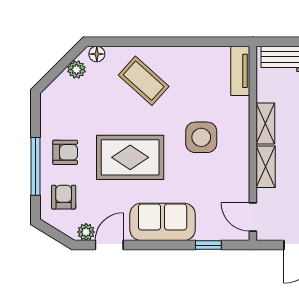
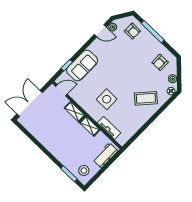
tv unit: (240, 71) -> (109, 128), moved
armchair: (65, 152) -> (160, 62), moved
rug: (130, 157) -> (124, 68), removed
sofa: (163, 222) -> (82, 66), moved
door: (109, 245) -> (100, 31), hinge flipped

